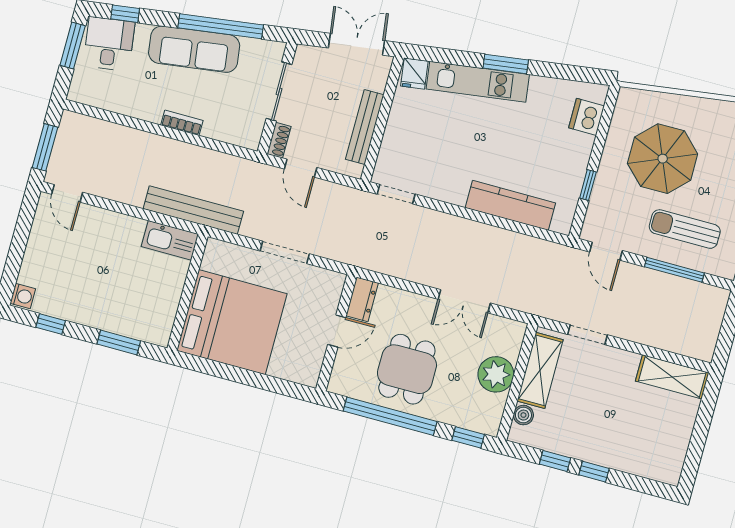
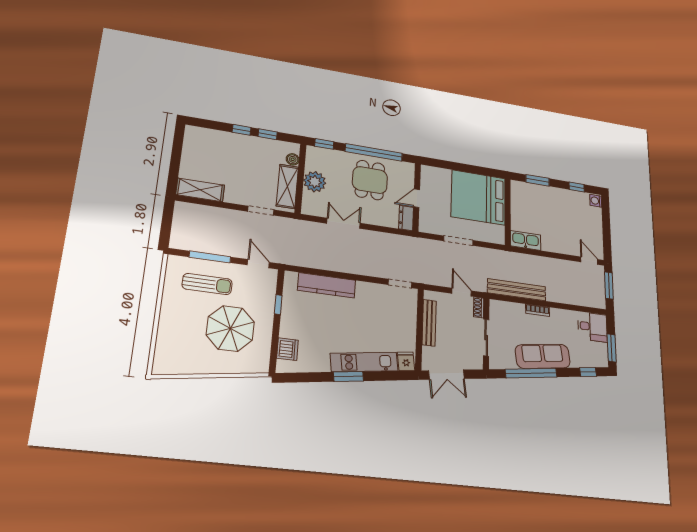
desk: (109, 44) -> (592, 327), moved, turned -82
bench: (193, 210) -> (517, 290), moved

